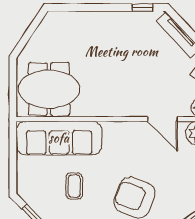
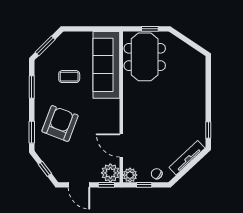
window: (13, 82) -> (150, 29), added
door: (162, 119) -> (121, 145), hinge flipped

